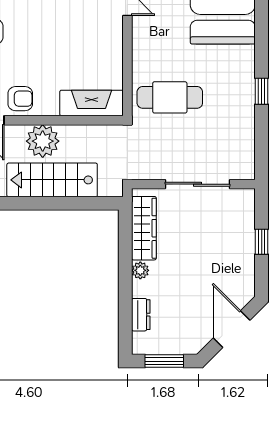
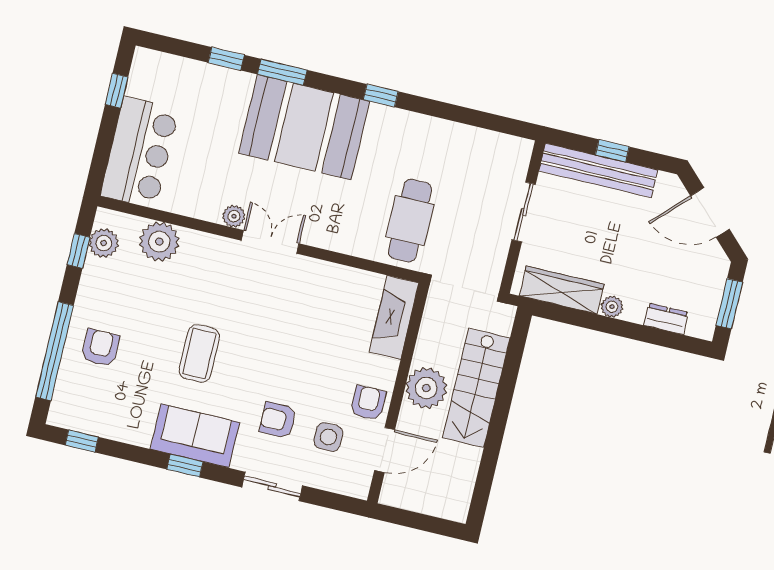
window: (262, 91) -> (381, 96), moved
sliding door: (197, 184) -> (524, 212), width x0.73
bench: (244, 235) -> (598, 170), added

